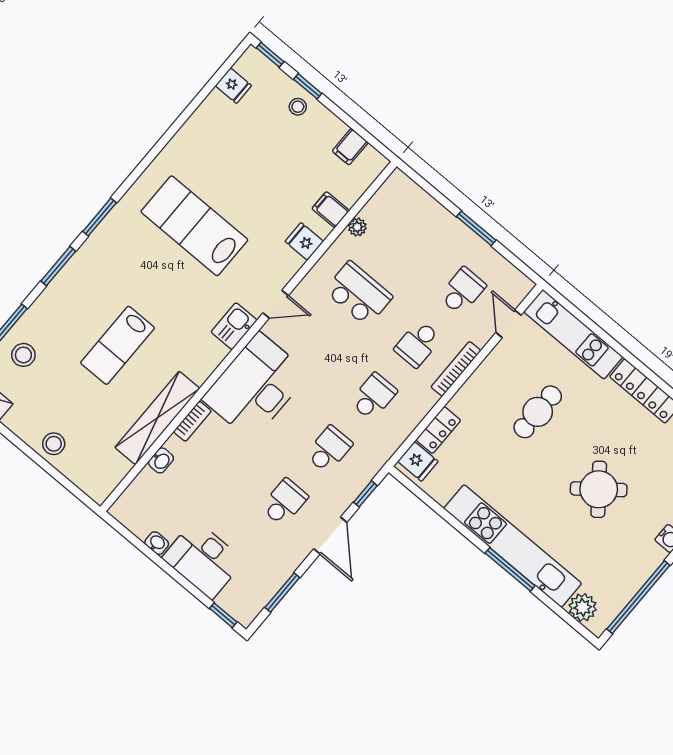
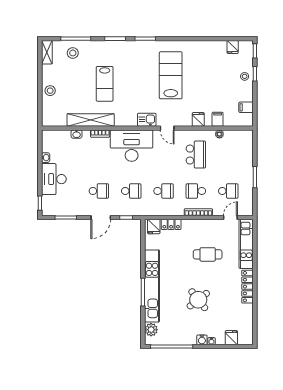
lab bench: (117, 345) -> (105, 84), turned -90

